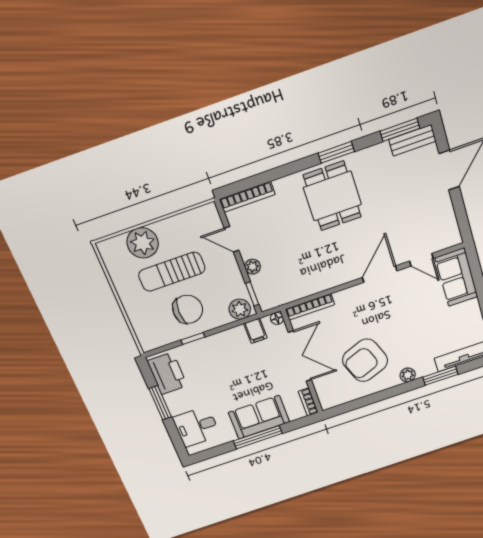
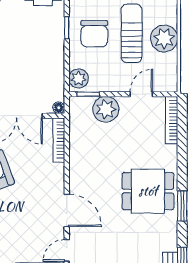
plant: (143, 243) -> (164, 38), moved
plant: (253, 267) -> (106, 109), width x1.87, depth x1.87
filing cabinet: (255, 331) -> (54, 85), removed

